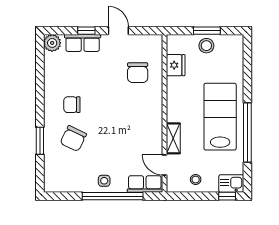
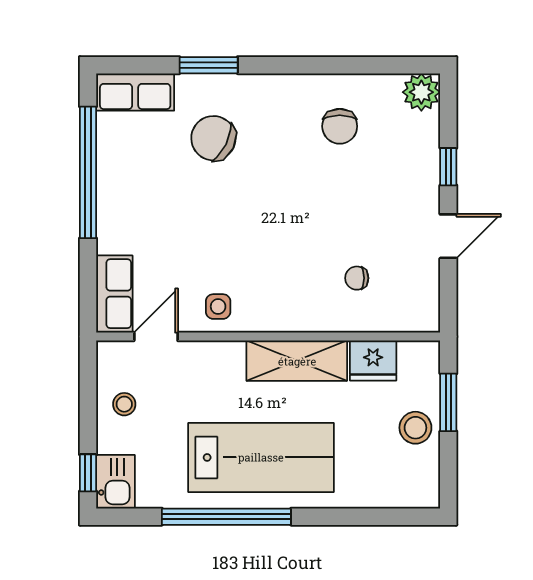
window: (207, 31) -> (448, 402), moved
row of seats: (83, 43) -> (135, 92), moved, turned -90
chair: (138, 73) -> (357, 278), width x0.54, depth x0.54
chair: (72, 105) -> (340, 126), moved, turned 180
shelving: (173, 138) -> (297, 361), moved, width x1.50, depth x1.33
side table: (104, 181) -> (218, 307), moved
window: (113, 196) -> (88, 172), moved

